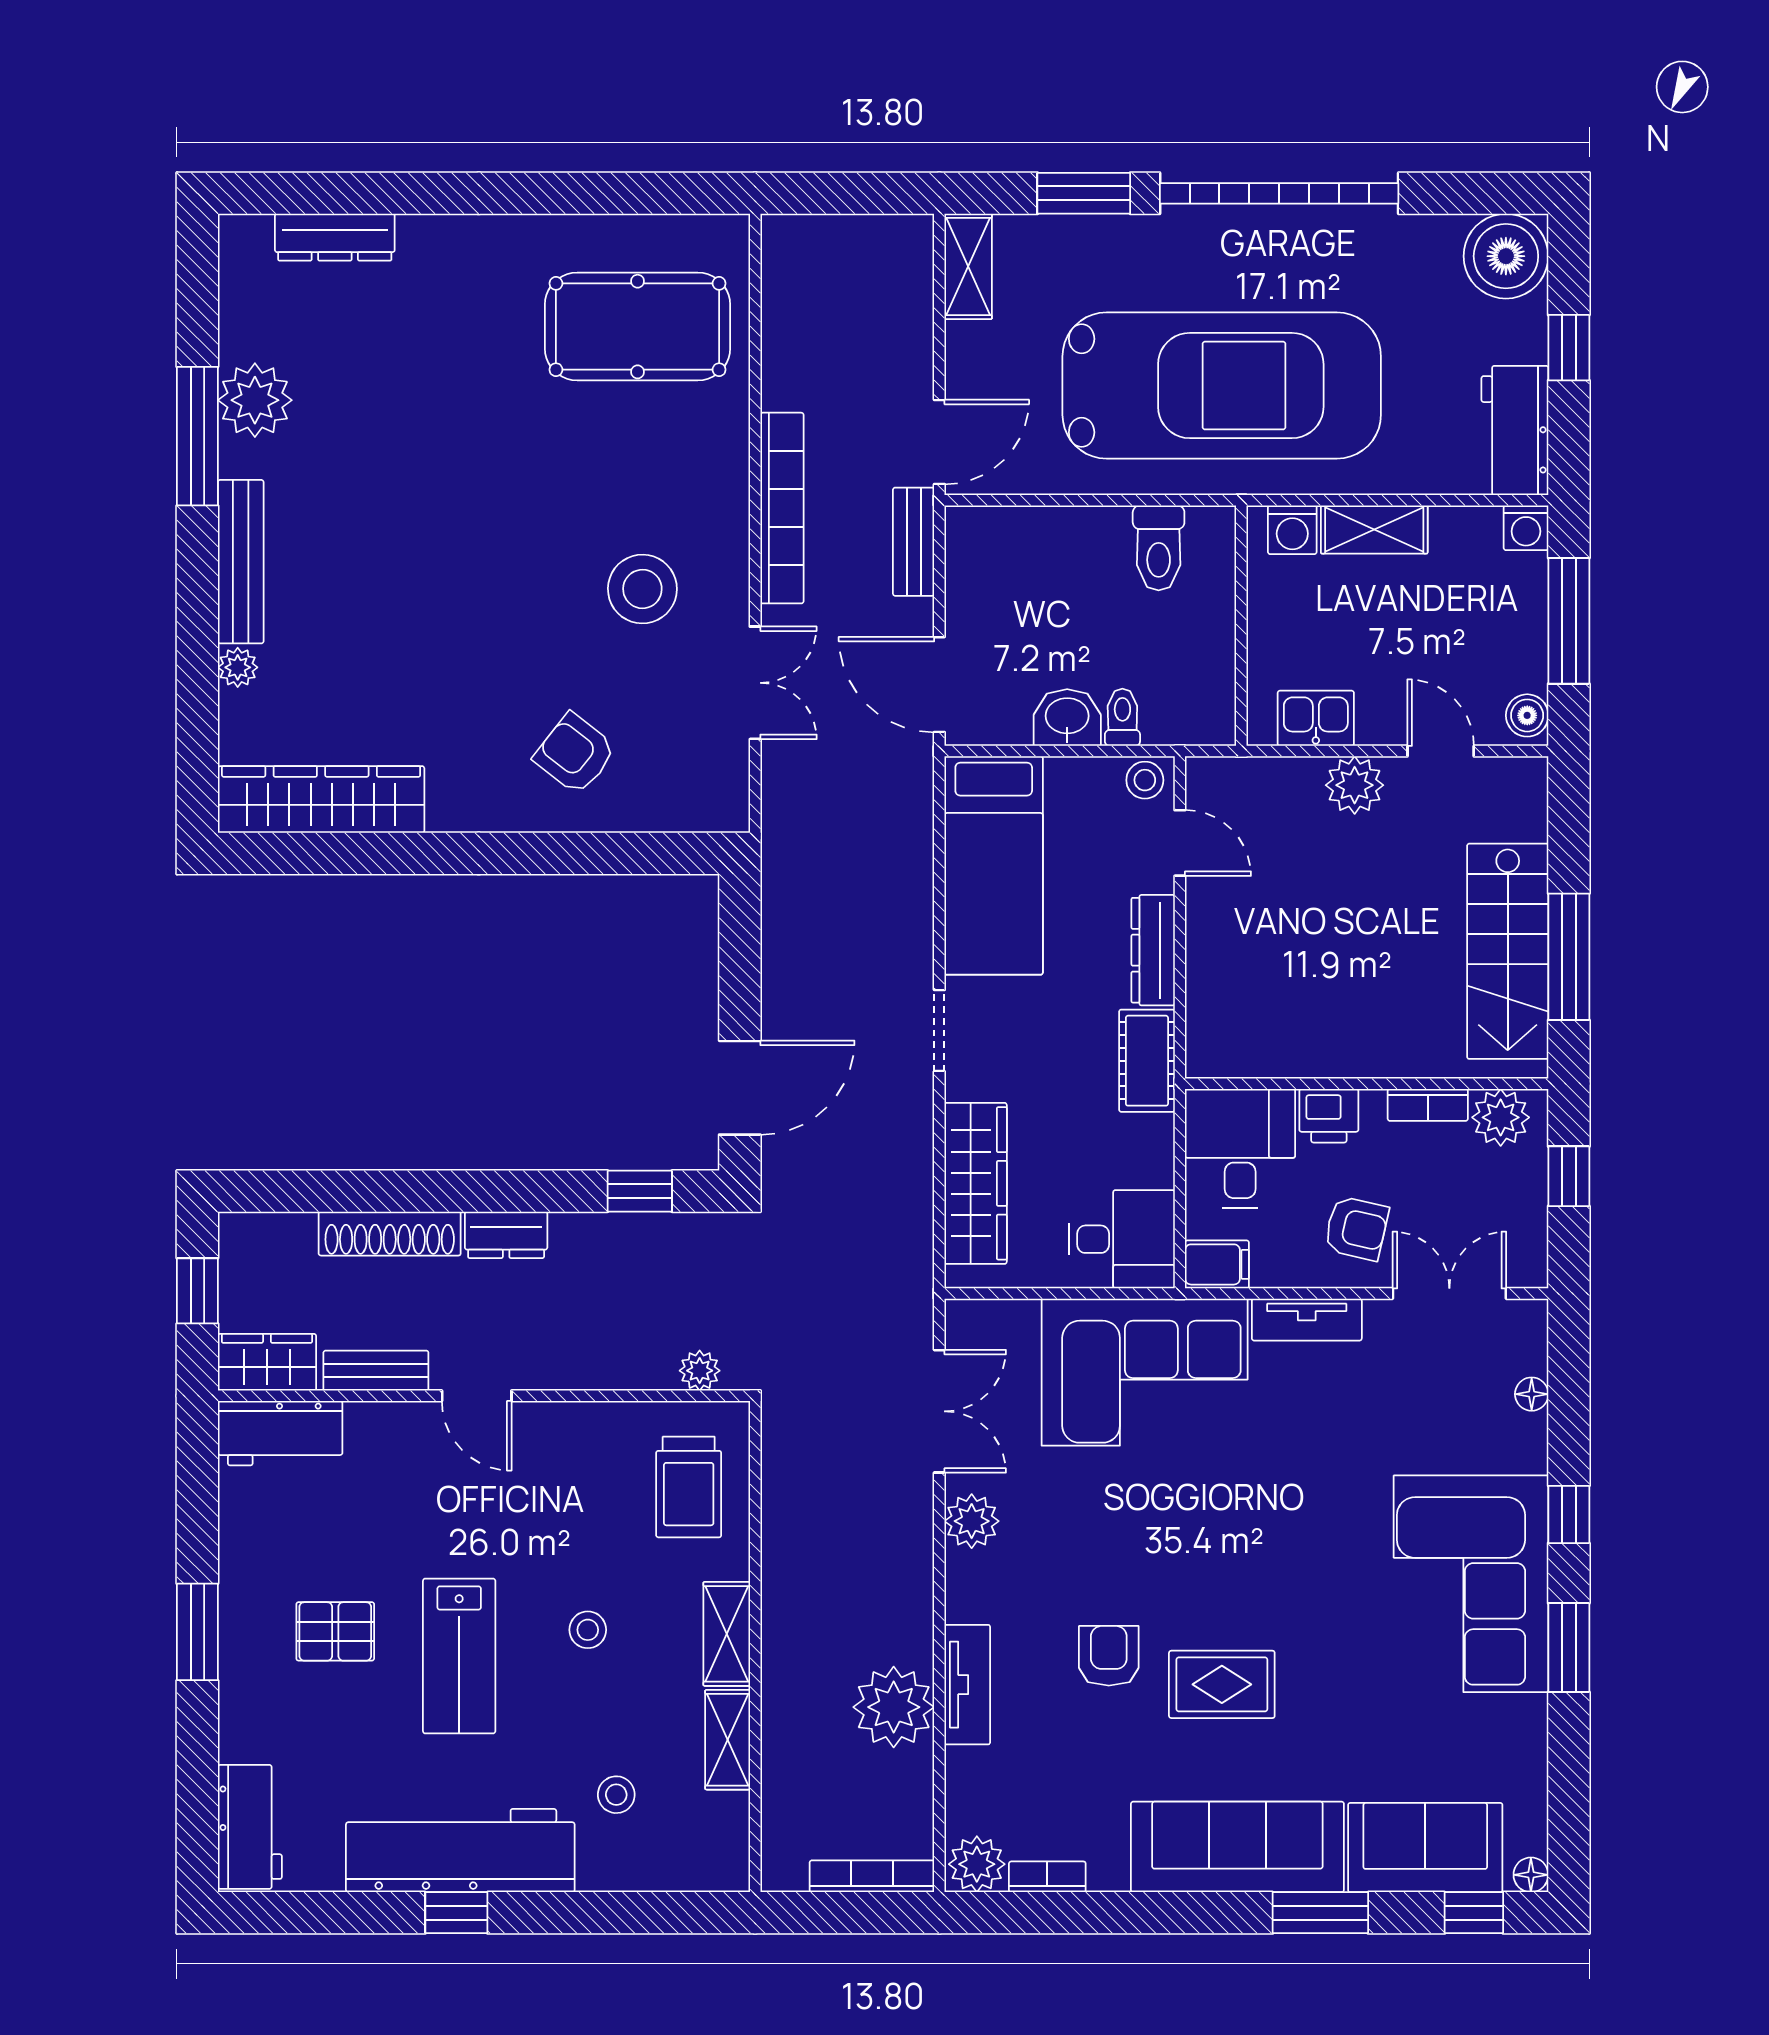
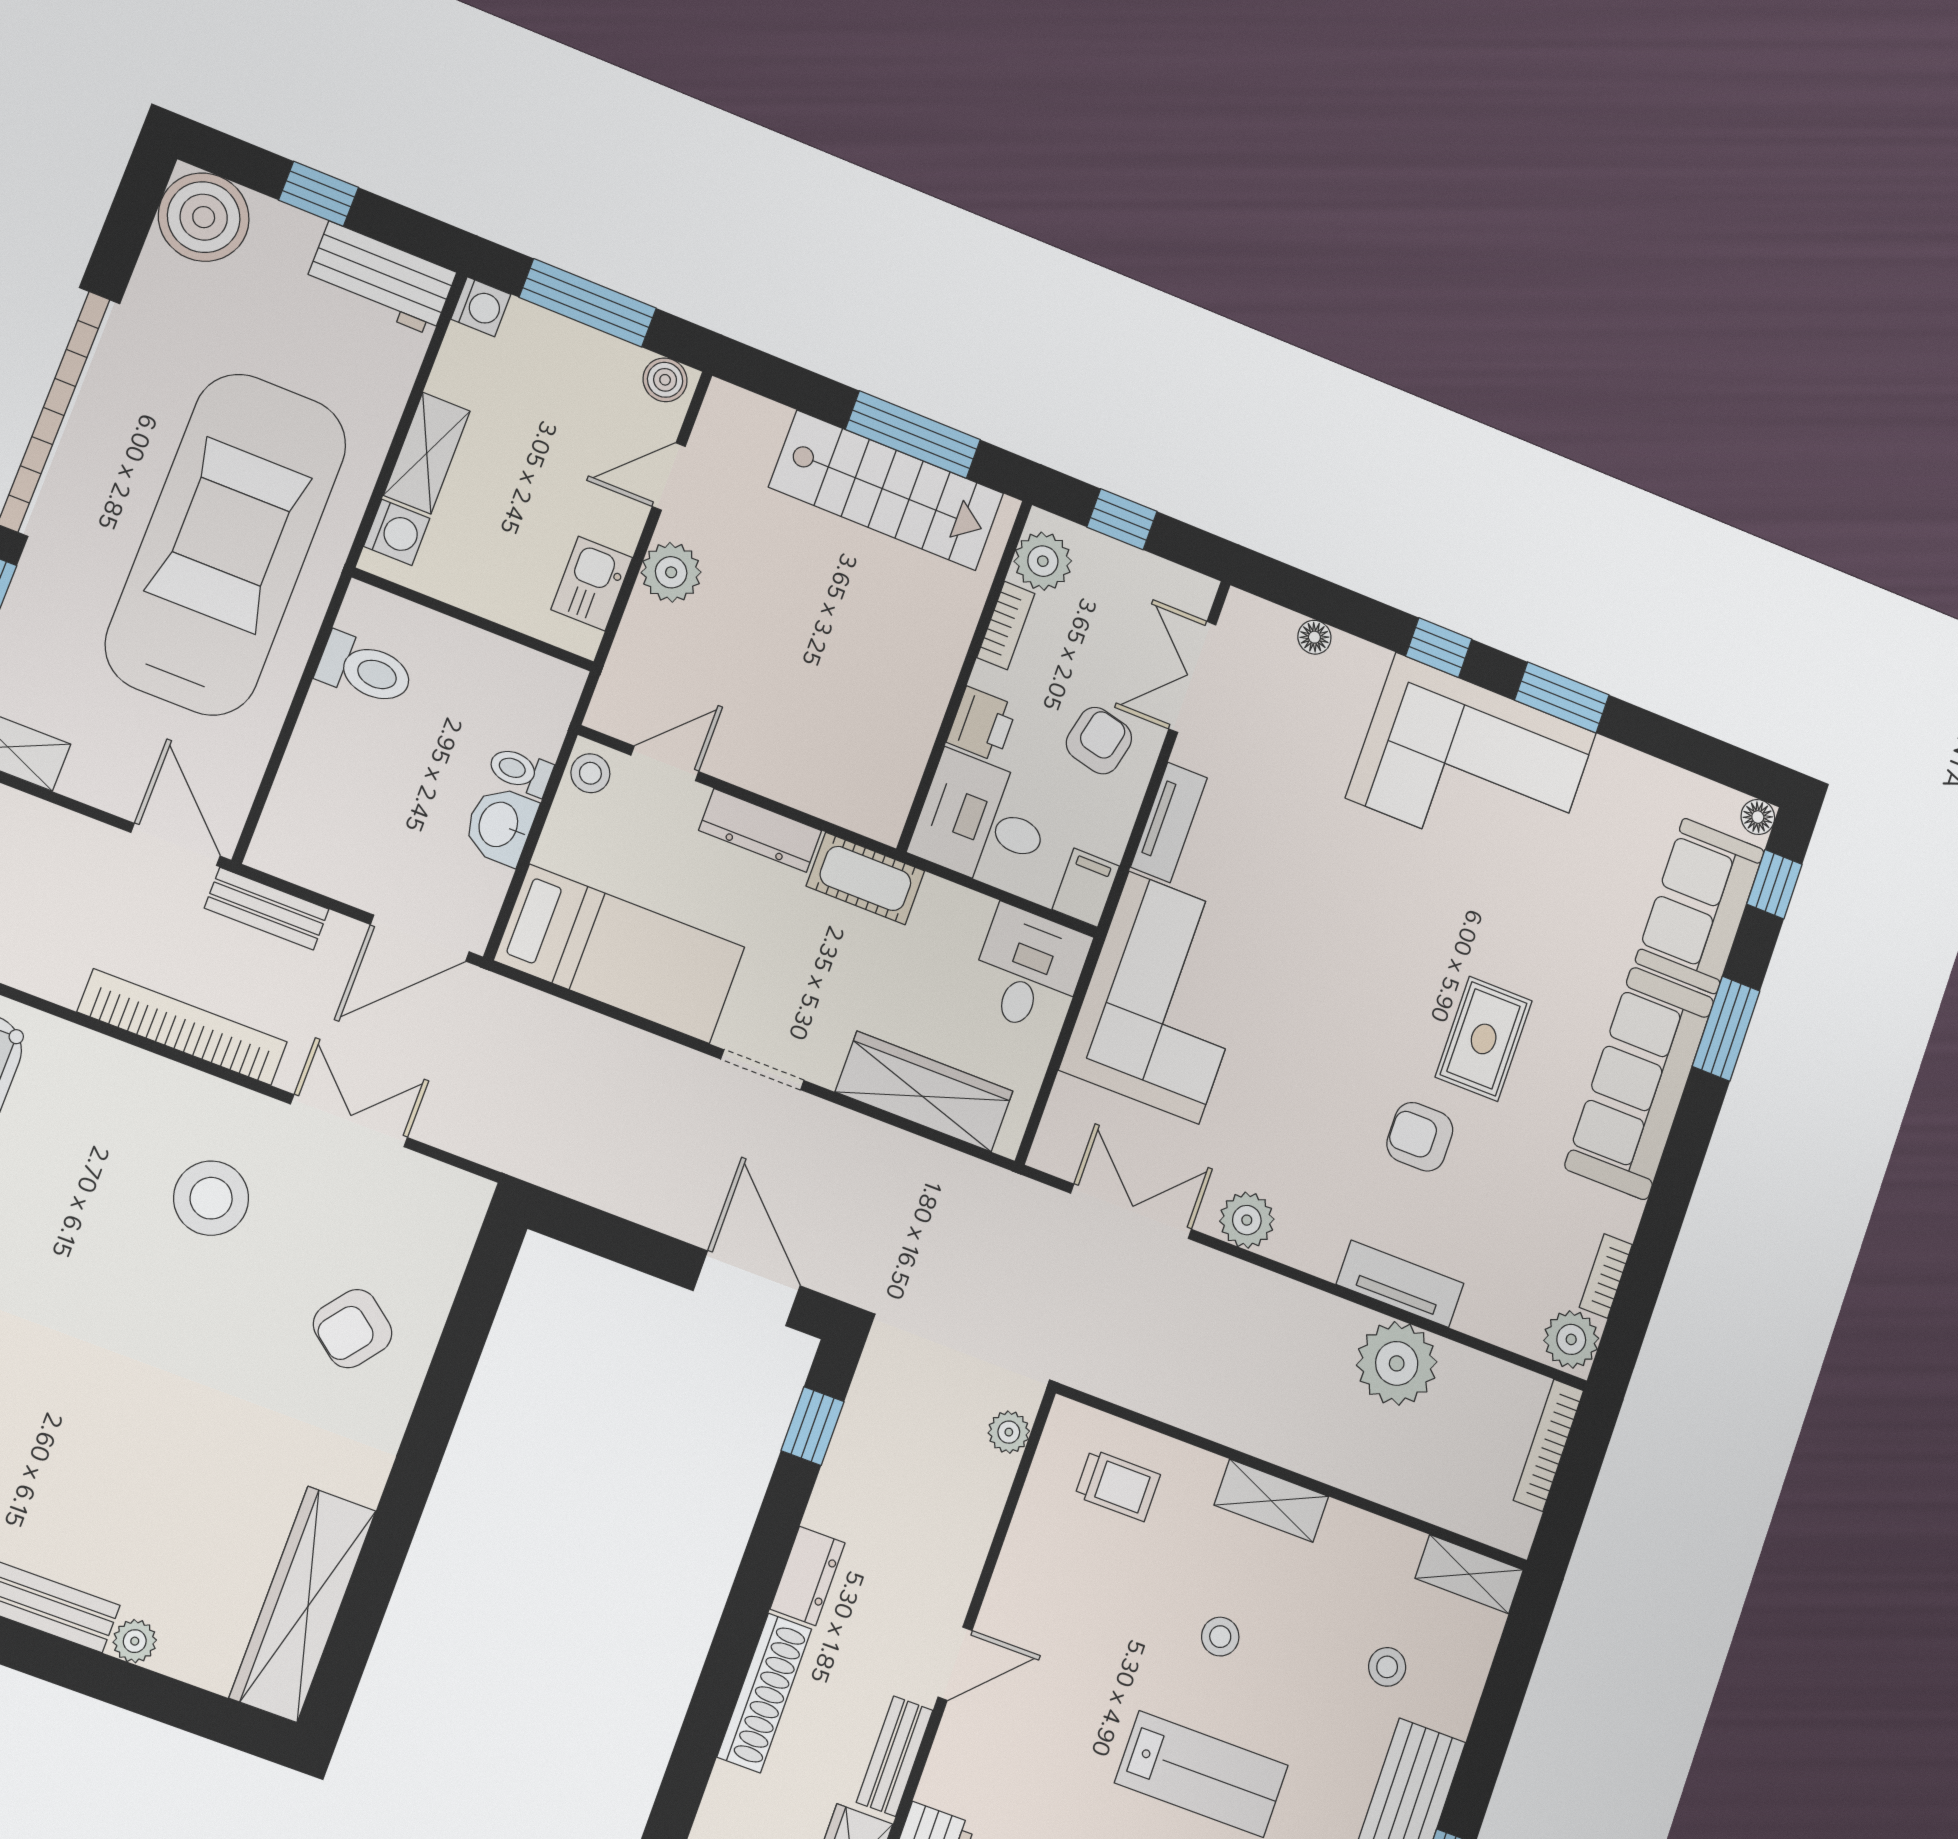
trolley: (689, 1487) -> (1118, 1485), width x0.73, depth x0.72
shelving: (728, 1740) -> (1469, 1574), moved

